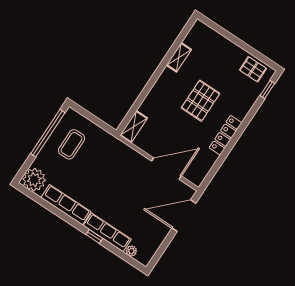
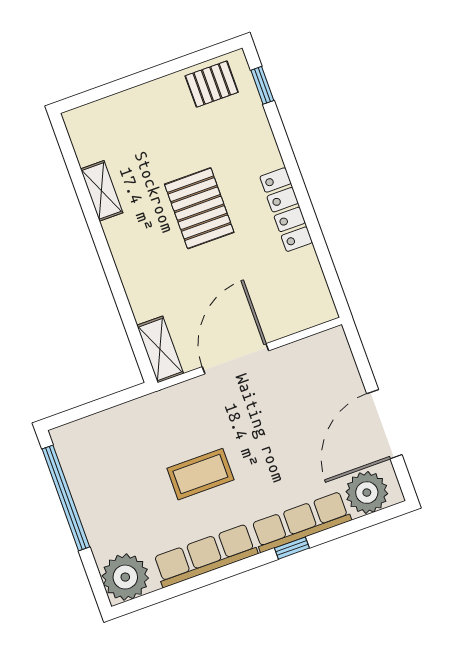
coffee table: (72, 144) -> (200, 474), moved, turned 90
door: (166, 168) -> (235, 359), moved
door: (184, 216) -> (384, 424), moved
plant: (131, 251) -> (367, 493), width x1.87, depth x1.87

